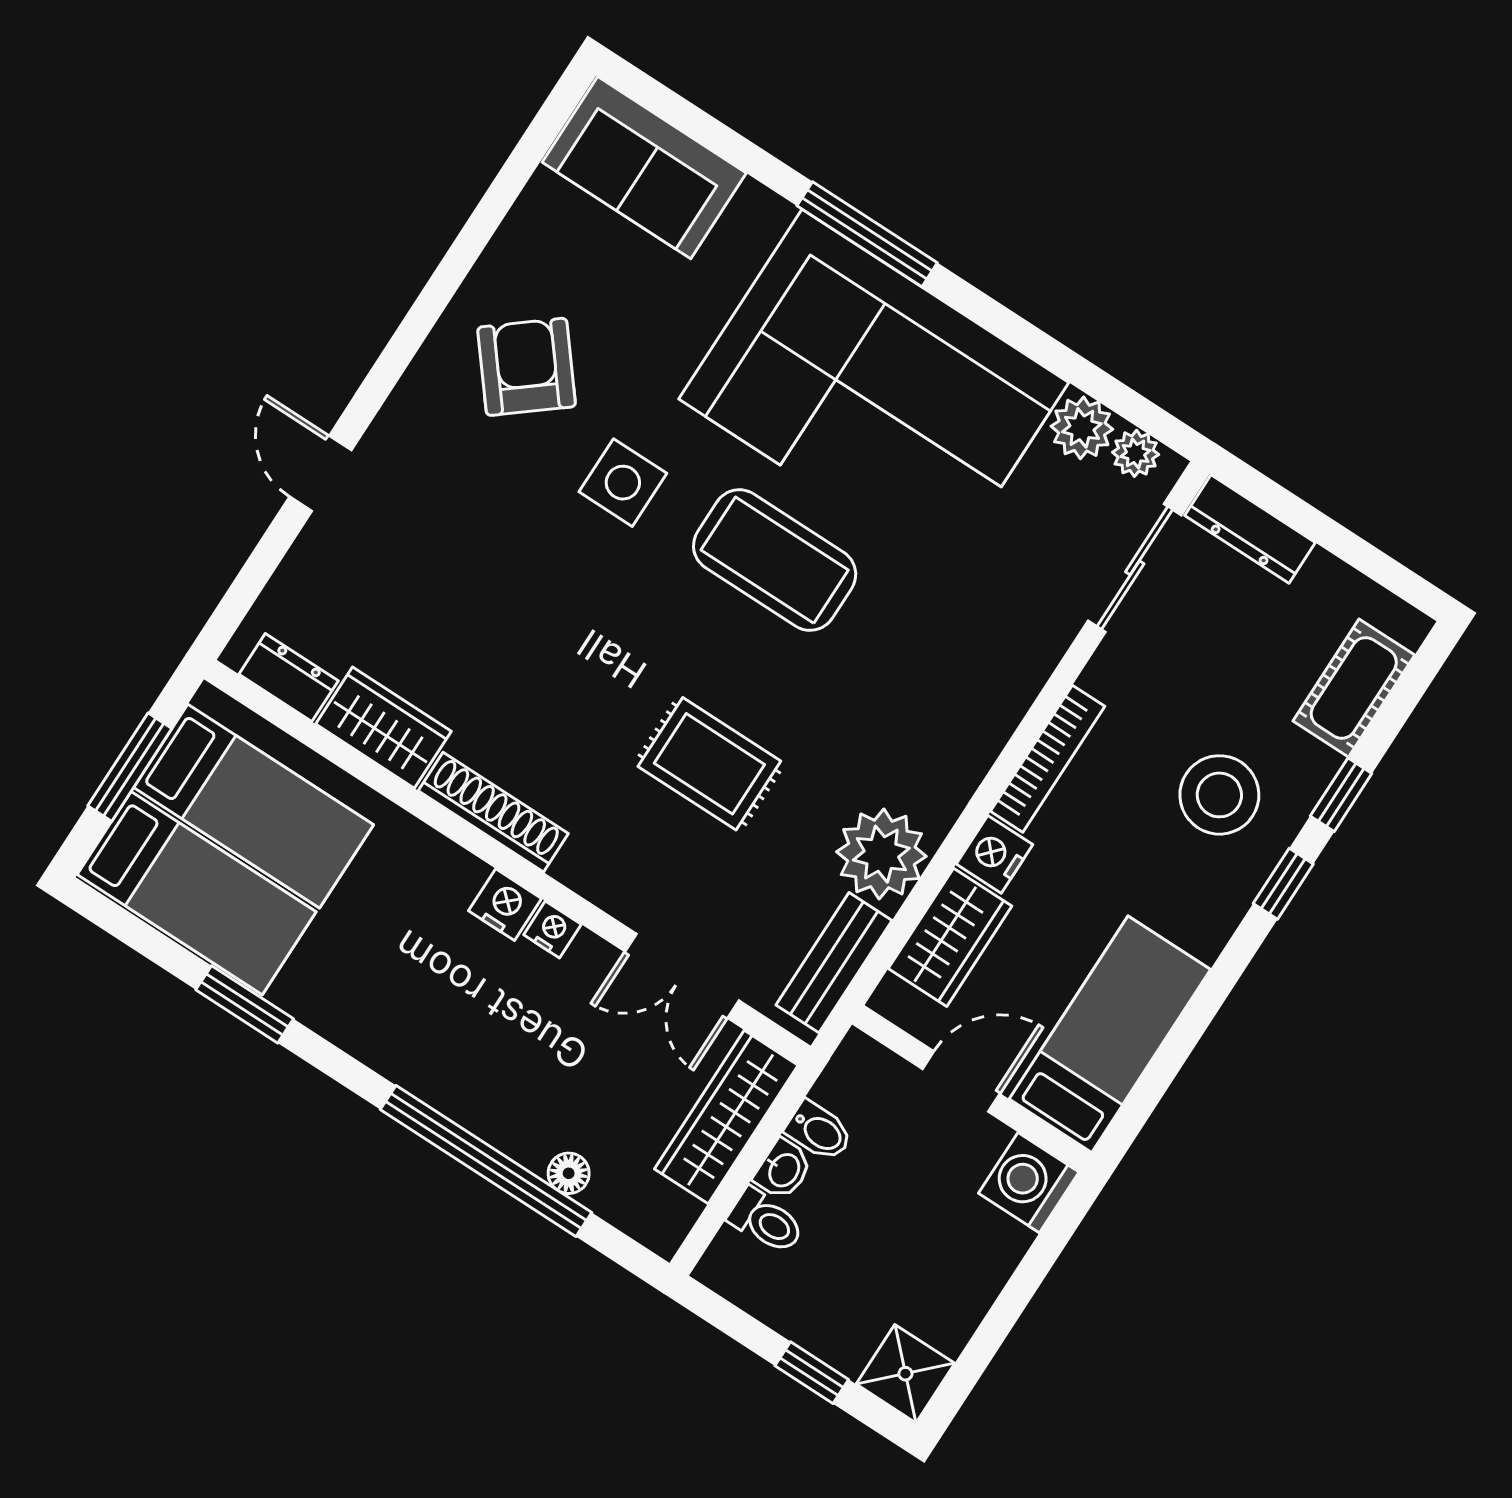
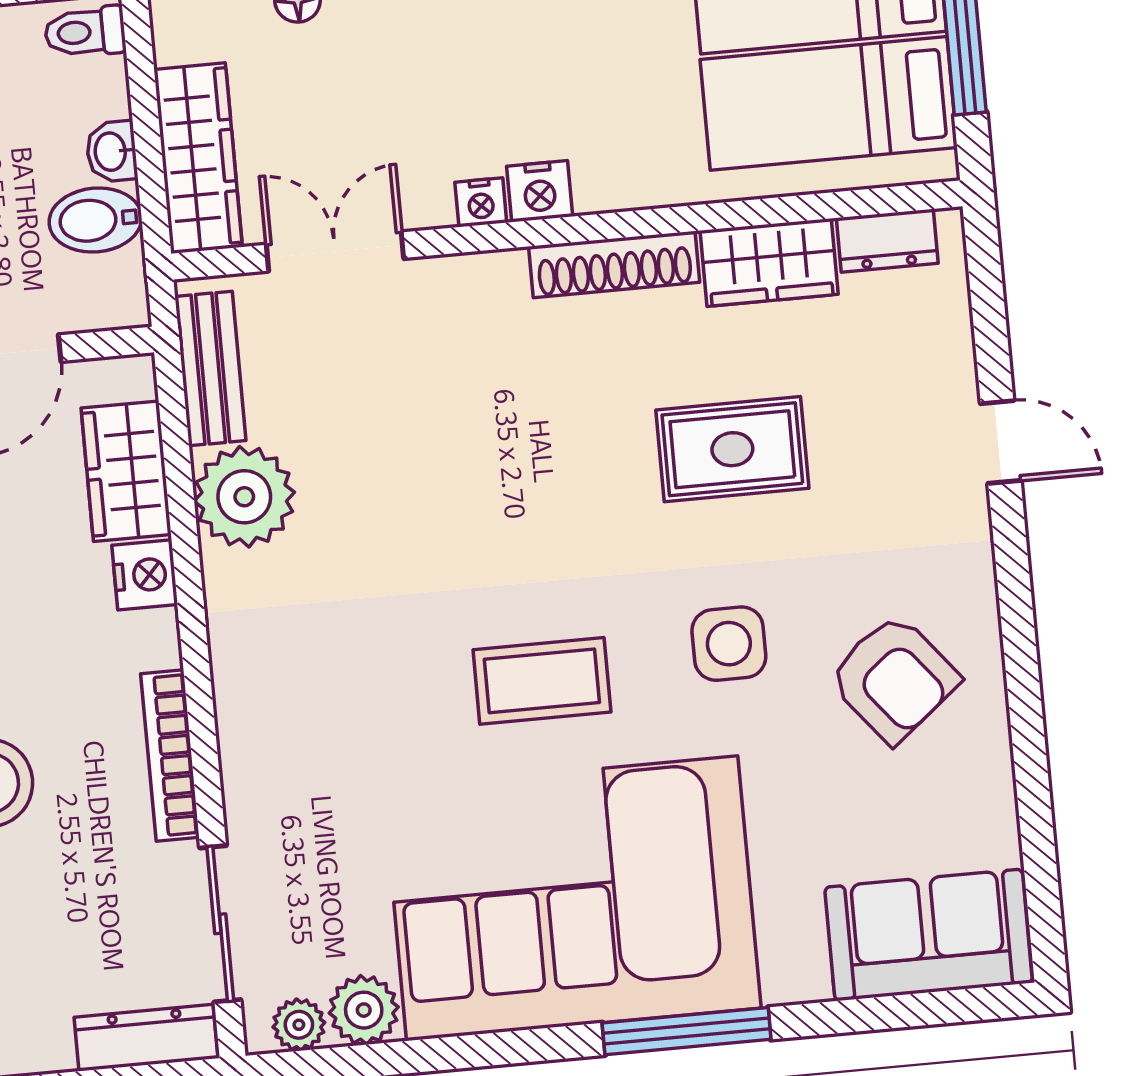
coffee table: (775, 560) -> (542, 681), width x0.73, depth x0.76
bookcase: (1048, 759) -> (170, 756), moved
rug: (709, 764) -> (732, 449), moved
bidet: (819, 1131) -> (95, 220), width x1.38, depth x1.36
toilet: (766, 1221) -> (85, 32), moved

